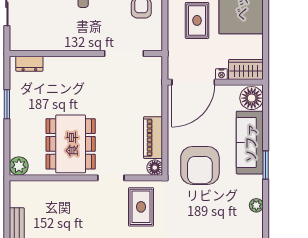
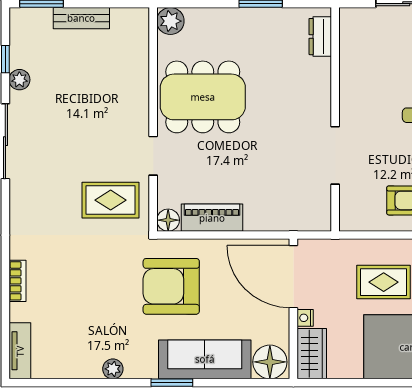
doorway: (124, 54) -> (335, 155), moved

